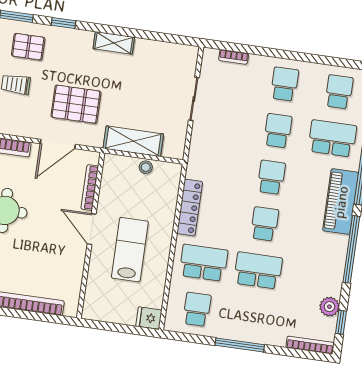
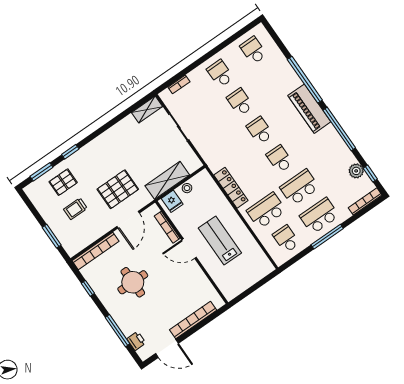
shelving: (114, 43) -> (147, 109), moved
school desk: (332, 138) -> (319, 216), moved
fridge: (149, 318) -> (172, 201), moved, turned -90

